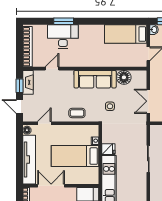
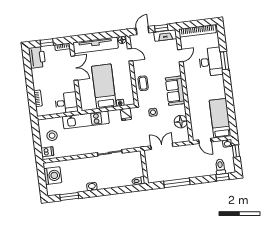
door: (52, 69) -> (180, 56), hinge flipped
sofa: (95, 79) -> (175, 91), width x0.73
fridge: (108, 149) -> (126, 114), moved

